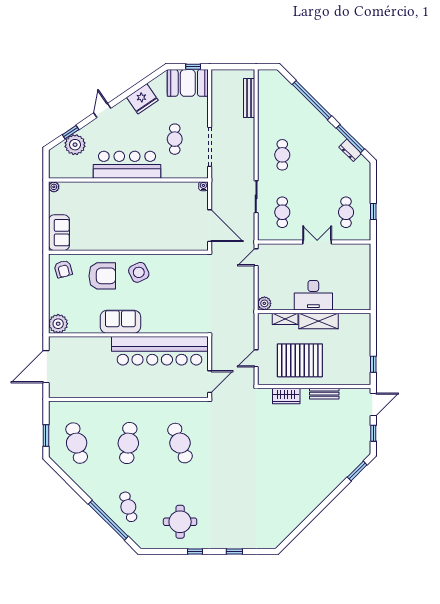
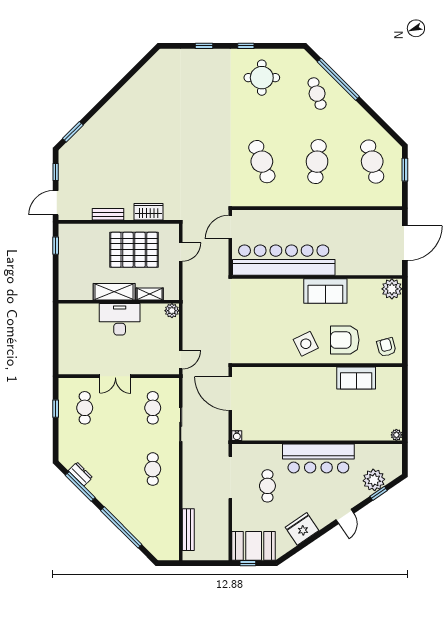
sofa: (59, 233) -> (356, 378), moved, turned -90

